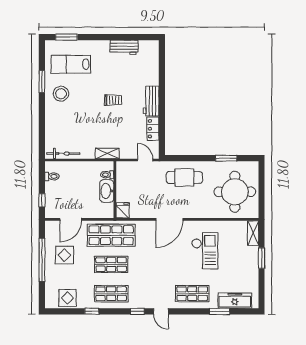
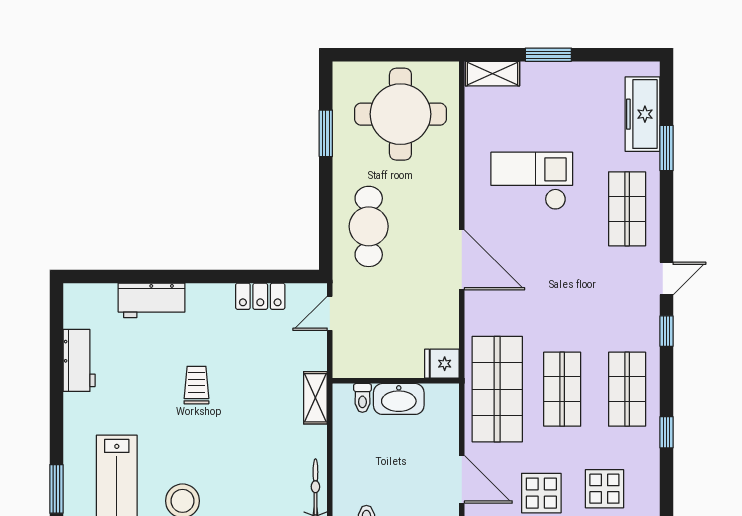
workbench: (151, 101) -> (152, 300), moved
display table: (68, 298) -> (604, 489), moved

